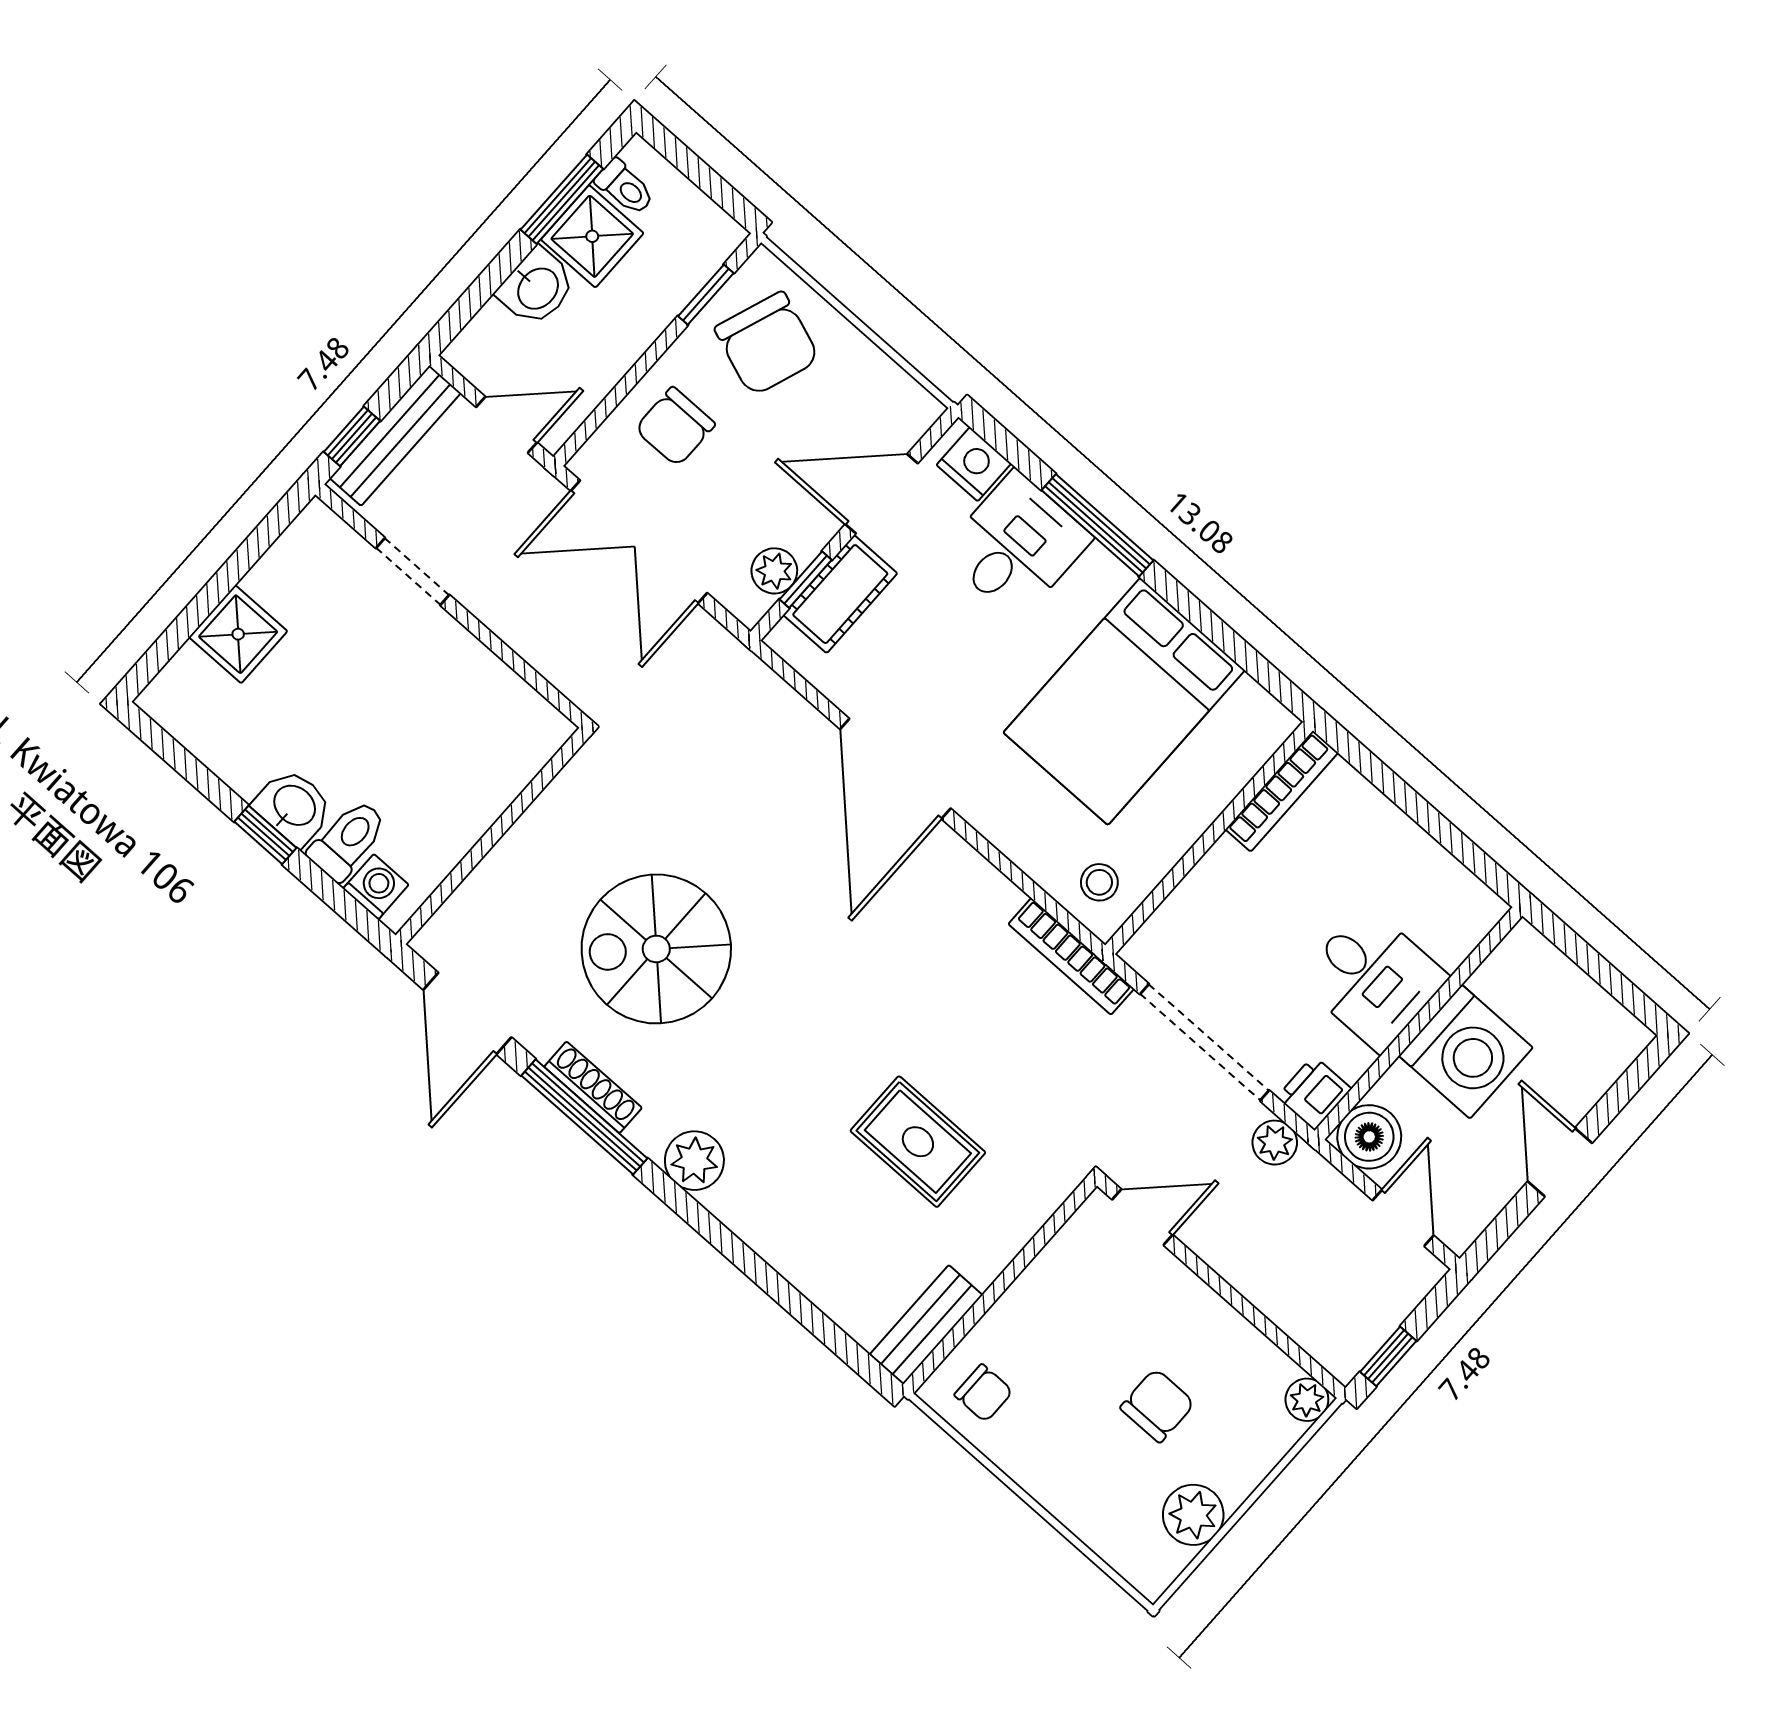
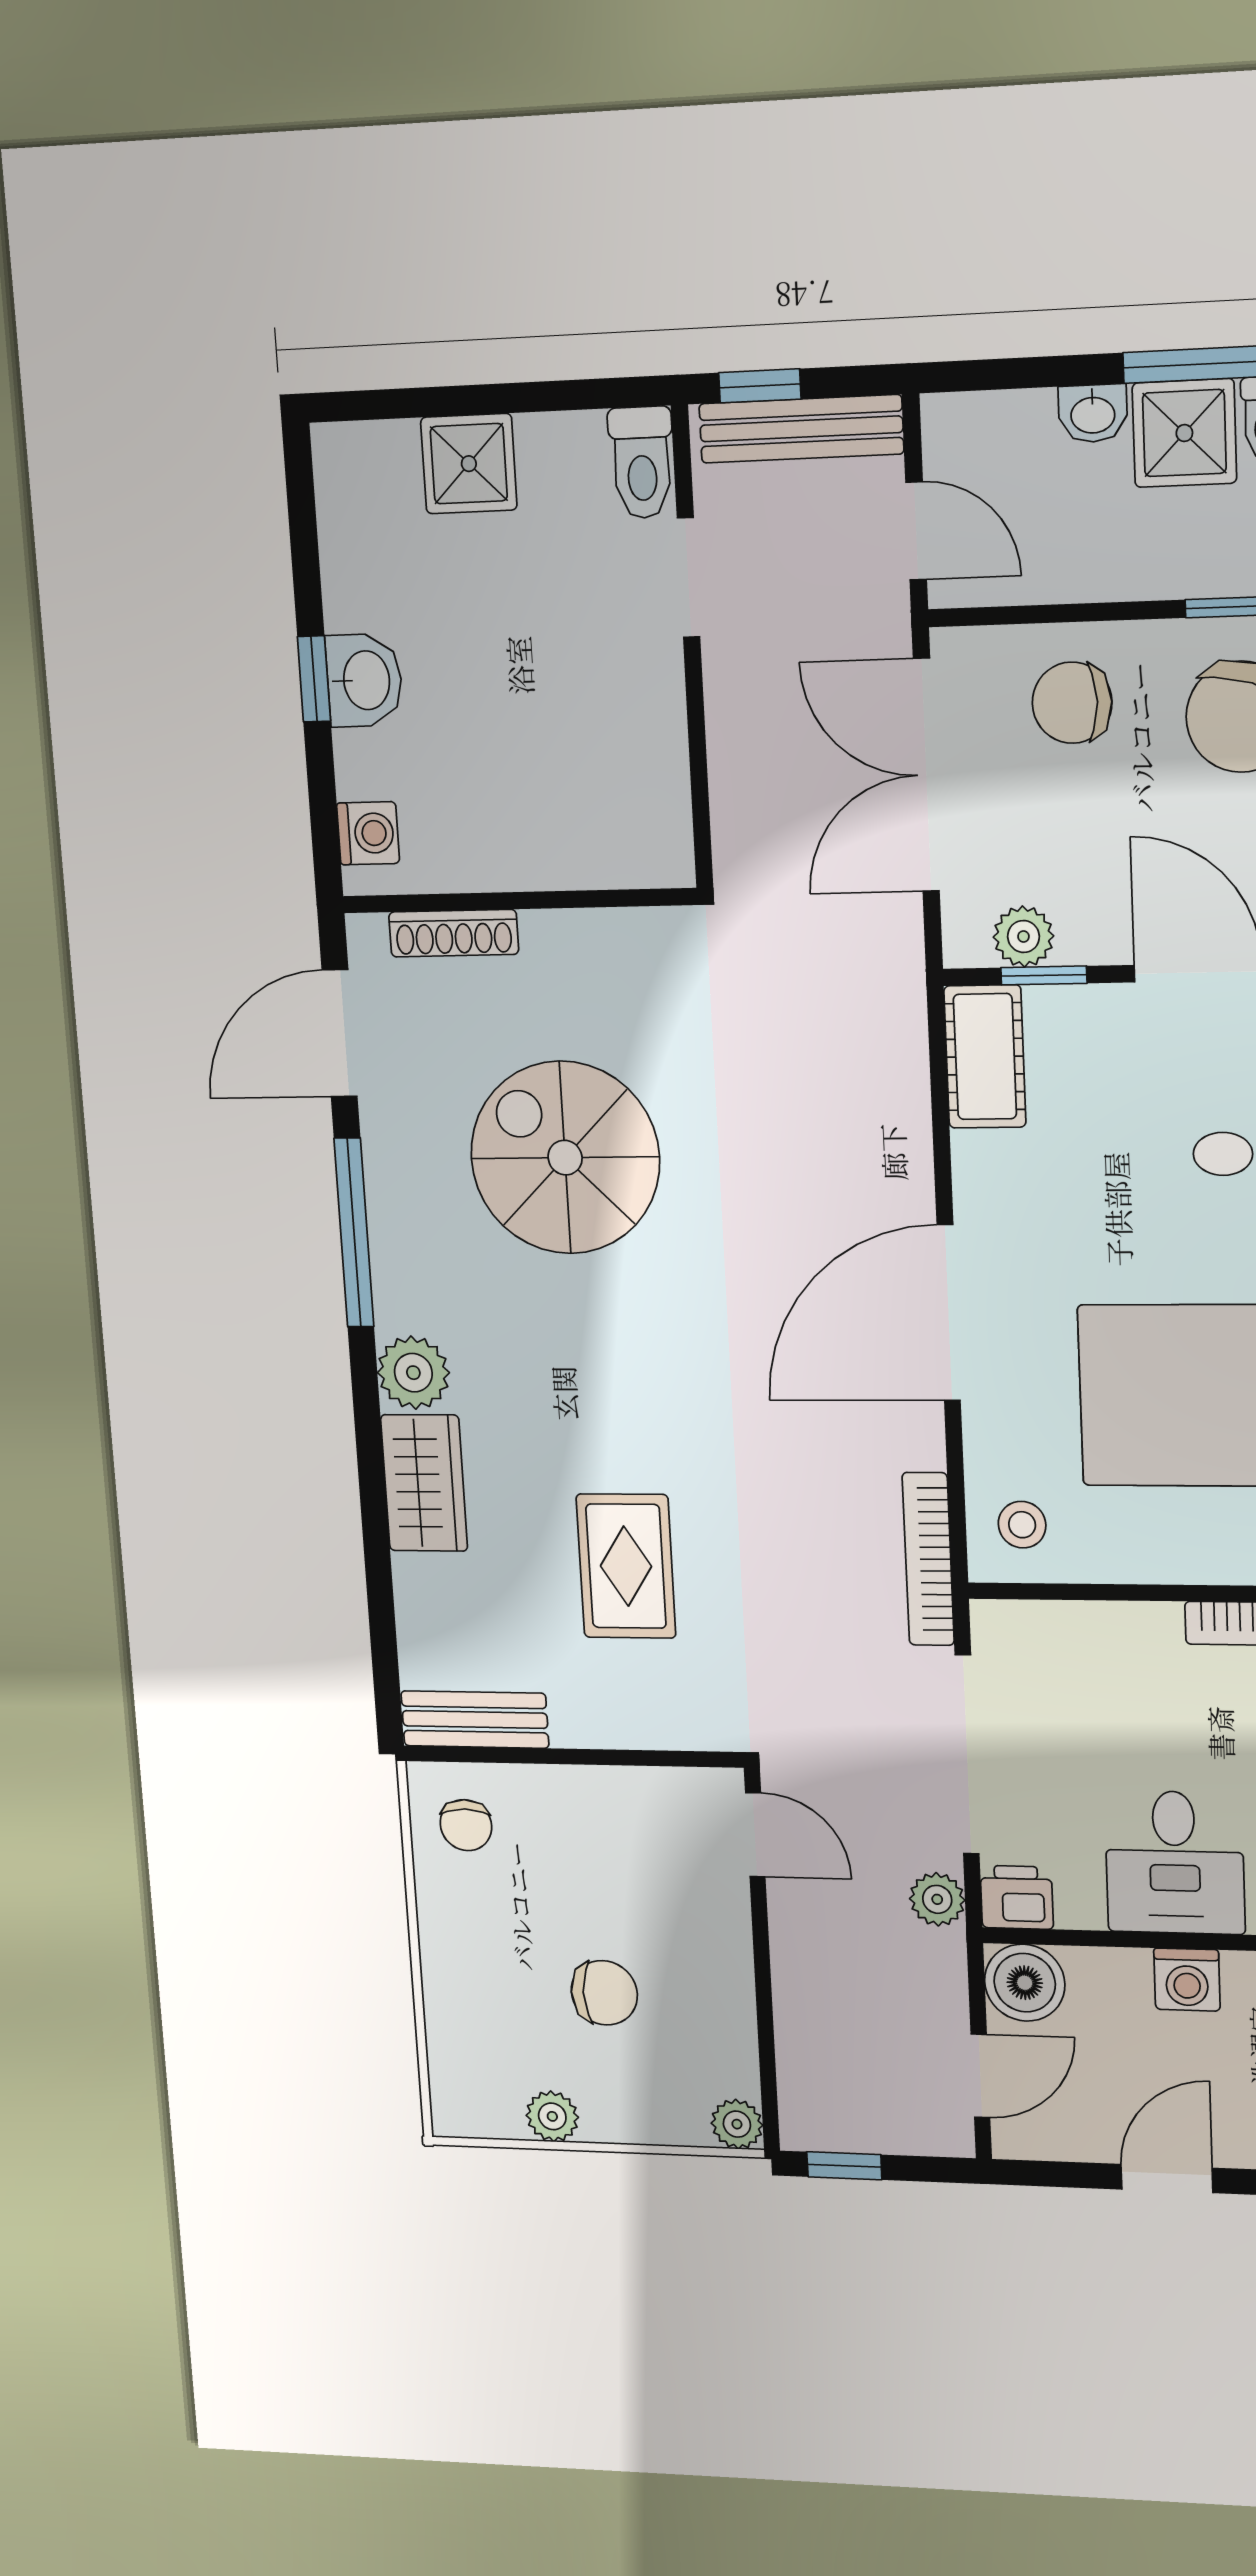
washbasin: (537, 287) -> (1093, 414), width x0.72, depth x0.69
cot: (840, 594) -> (985, 1057), moved, turned 90
door: (895, 769) -> (949, 1313), moved
toilet: (348, 840) -> (642, 463), moved, turned 90
washing machine: (1466, 1052) -> (1187, 1980), width x0.53, depth x0.53
shoe rack: (593, 1087) -> (454, 933), moved, turned 90
wardrobe: (763, 1218) -> (424, 1483), added
plant: (1193, 1515) -> (552, 2116), width x0.73, depth x0.73

